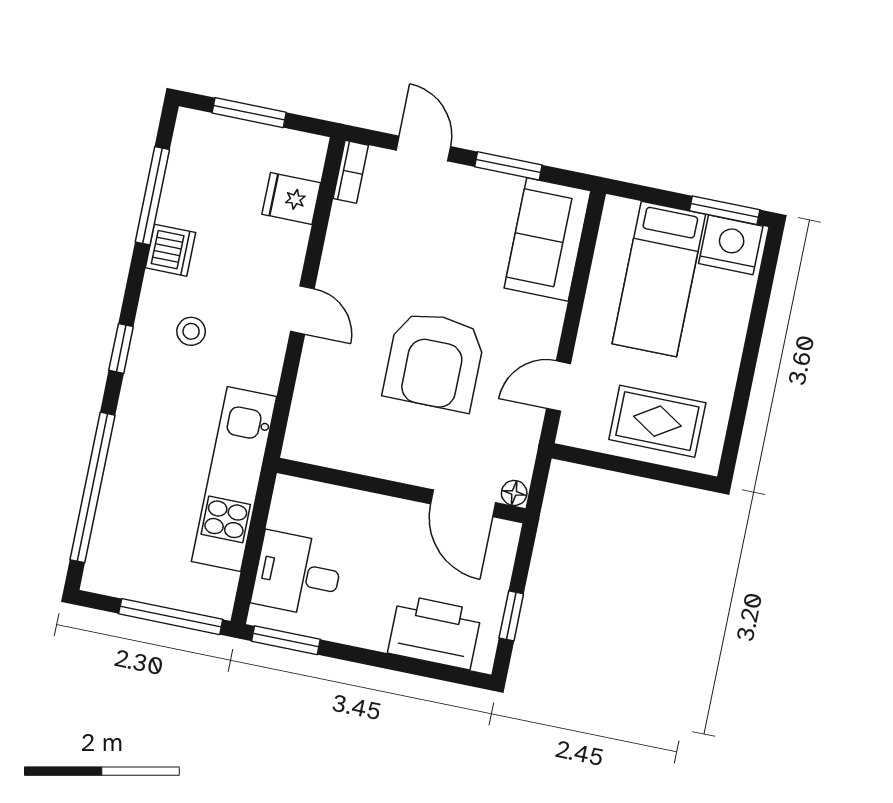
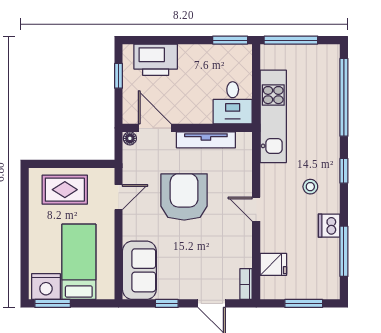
window: (508, 166) -> (167, 303), width x0.67
tv unit: (371, 461) -> (206, 140), added
desk: (298, 574) -> (233, 103), moved, turned 90

